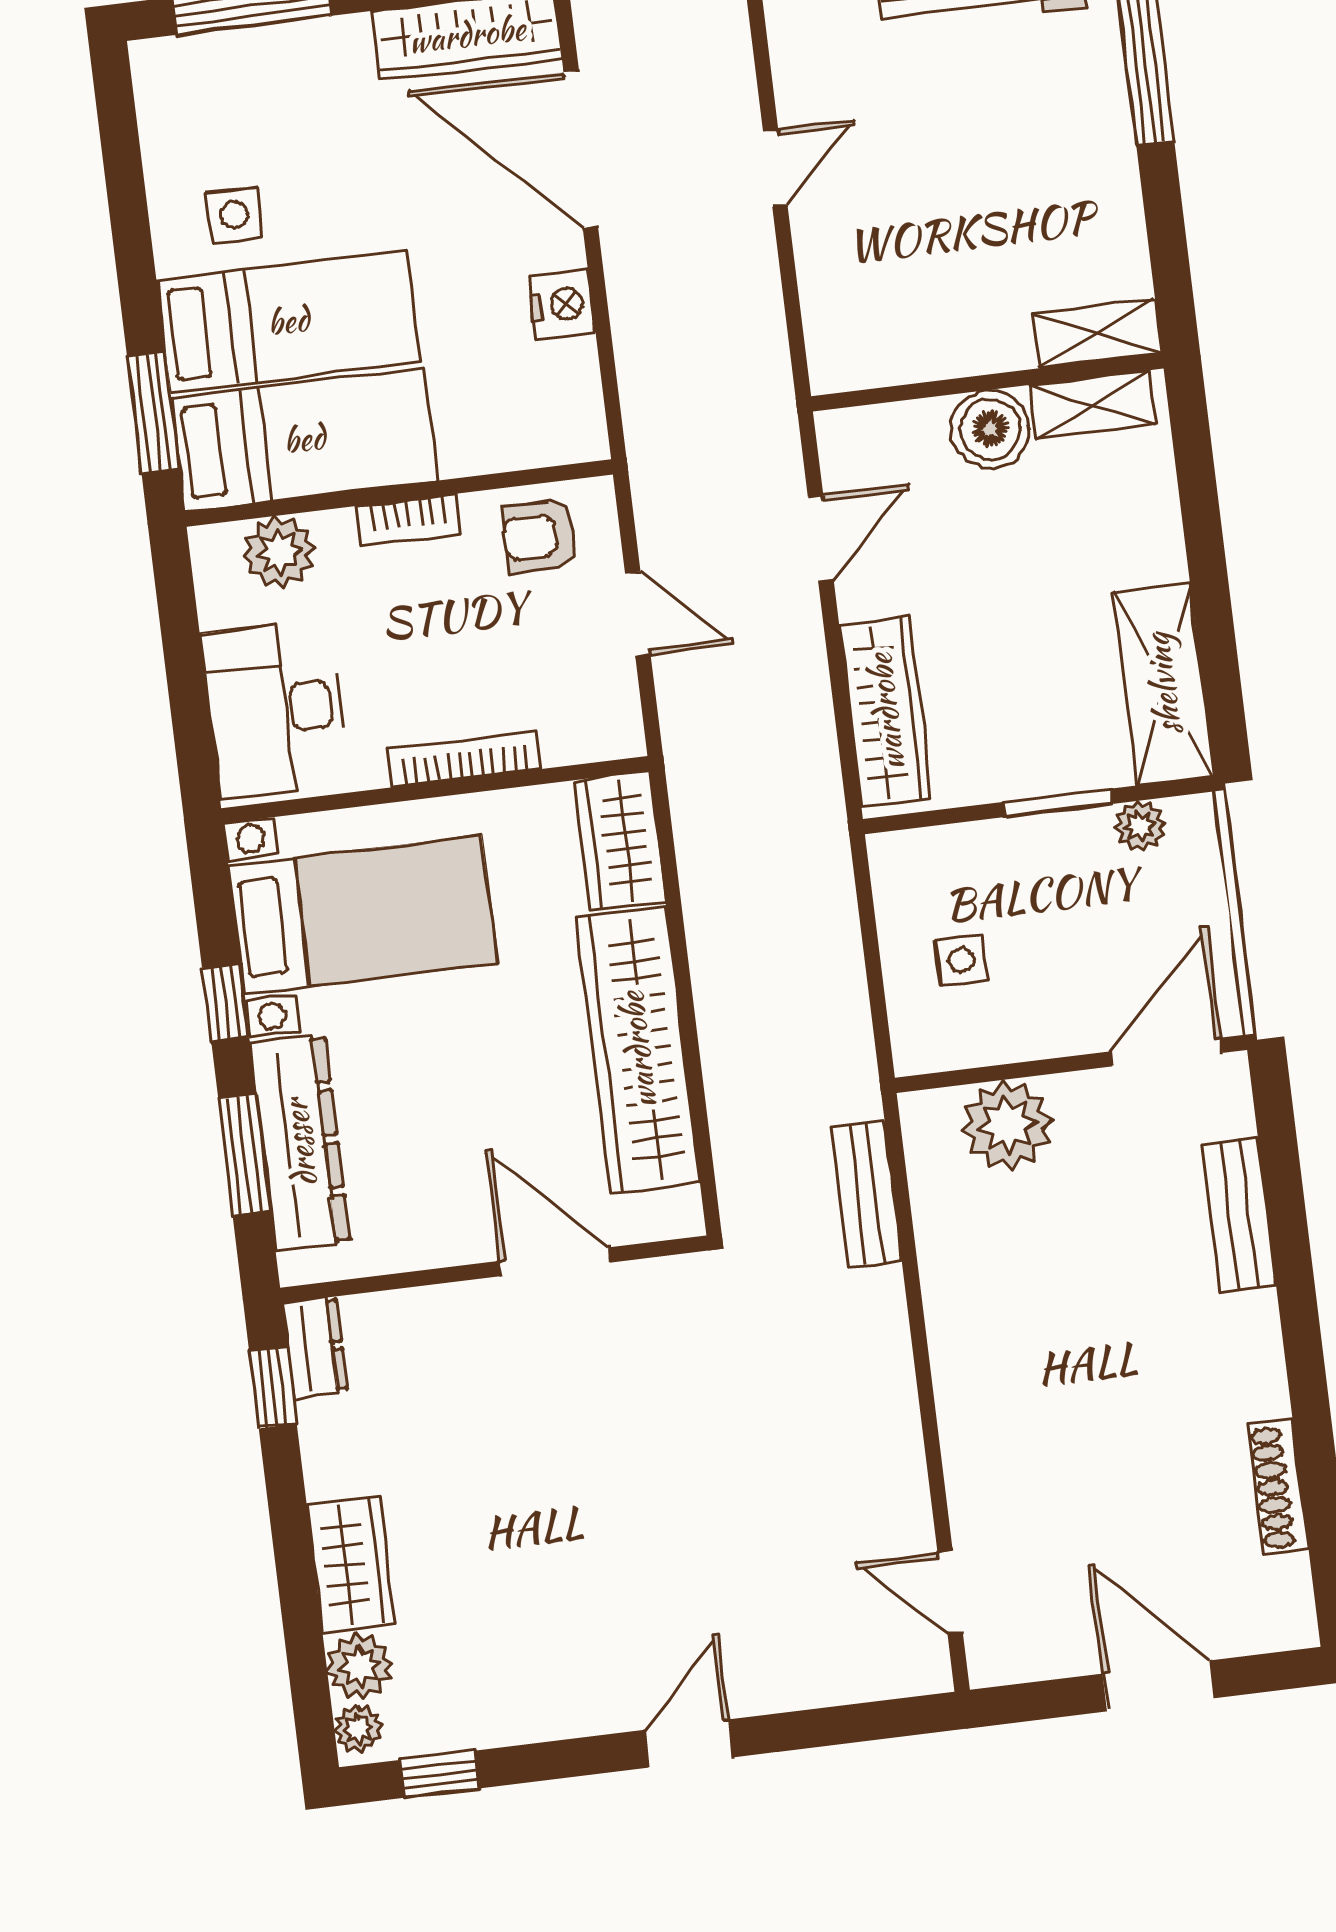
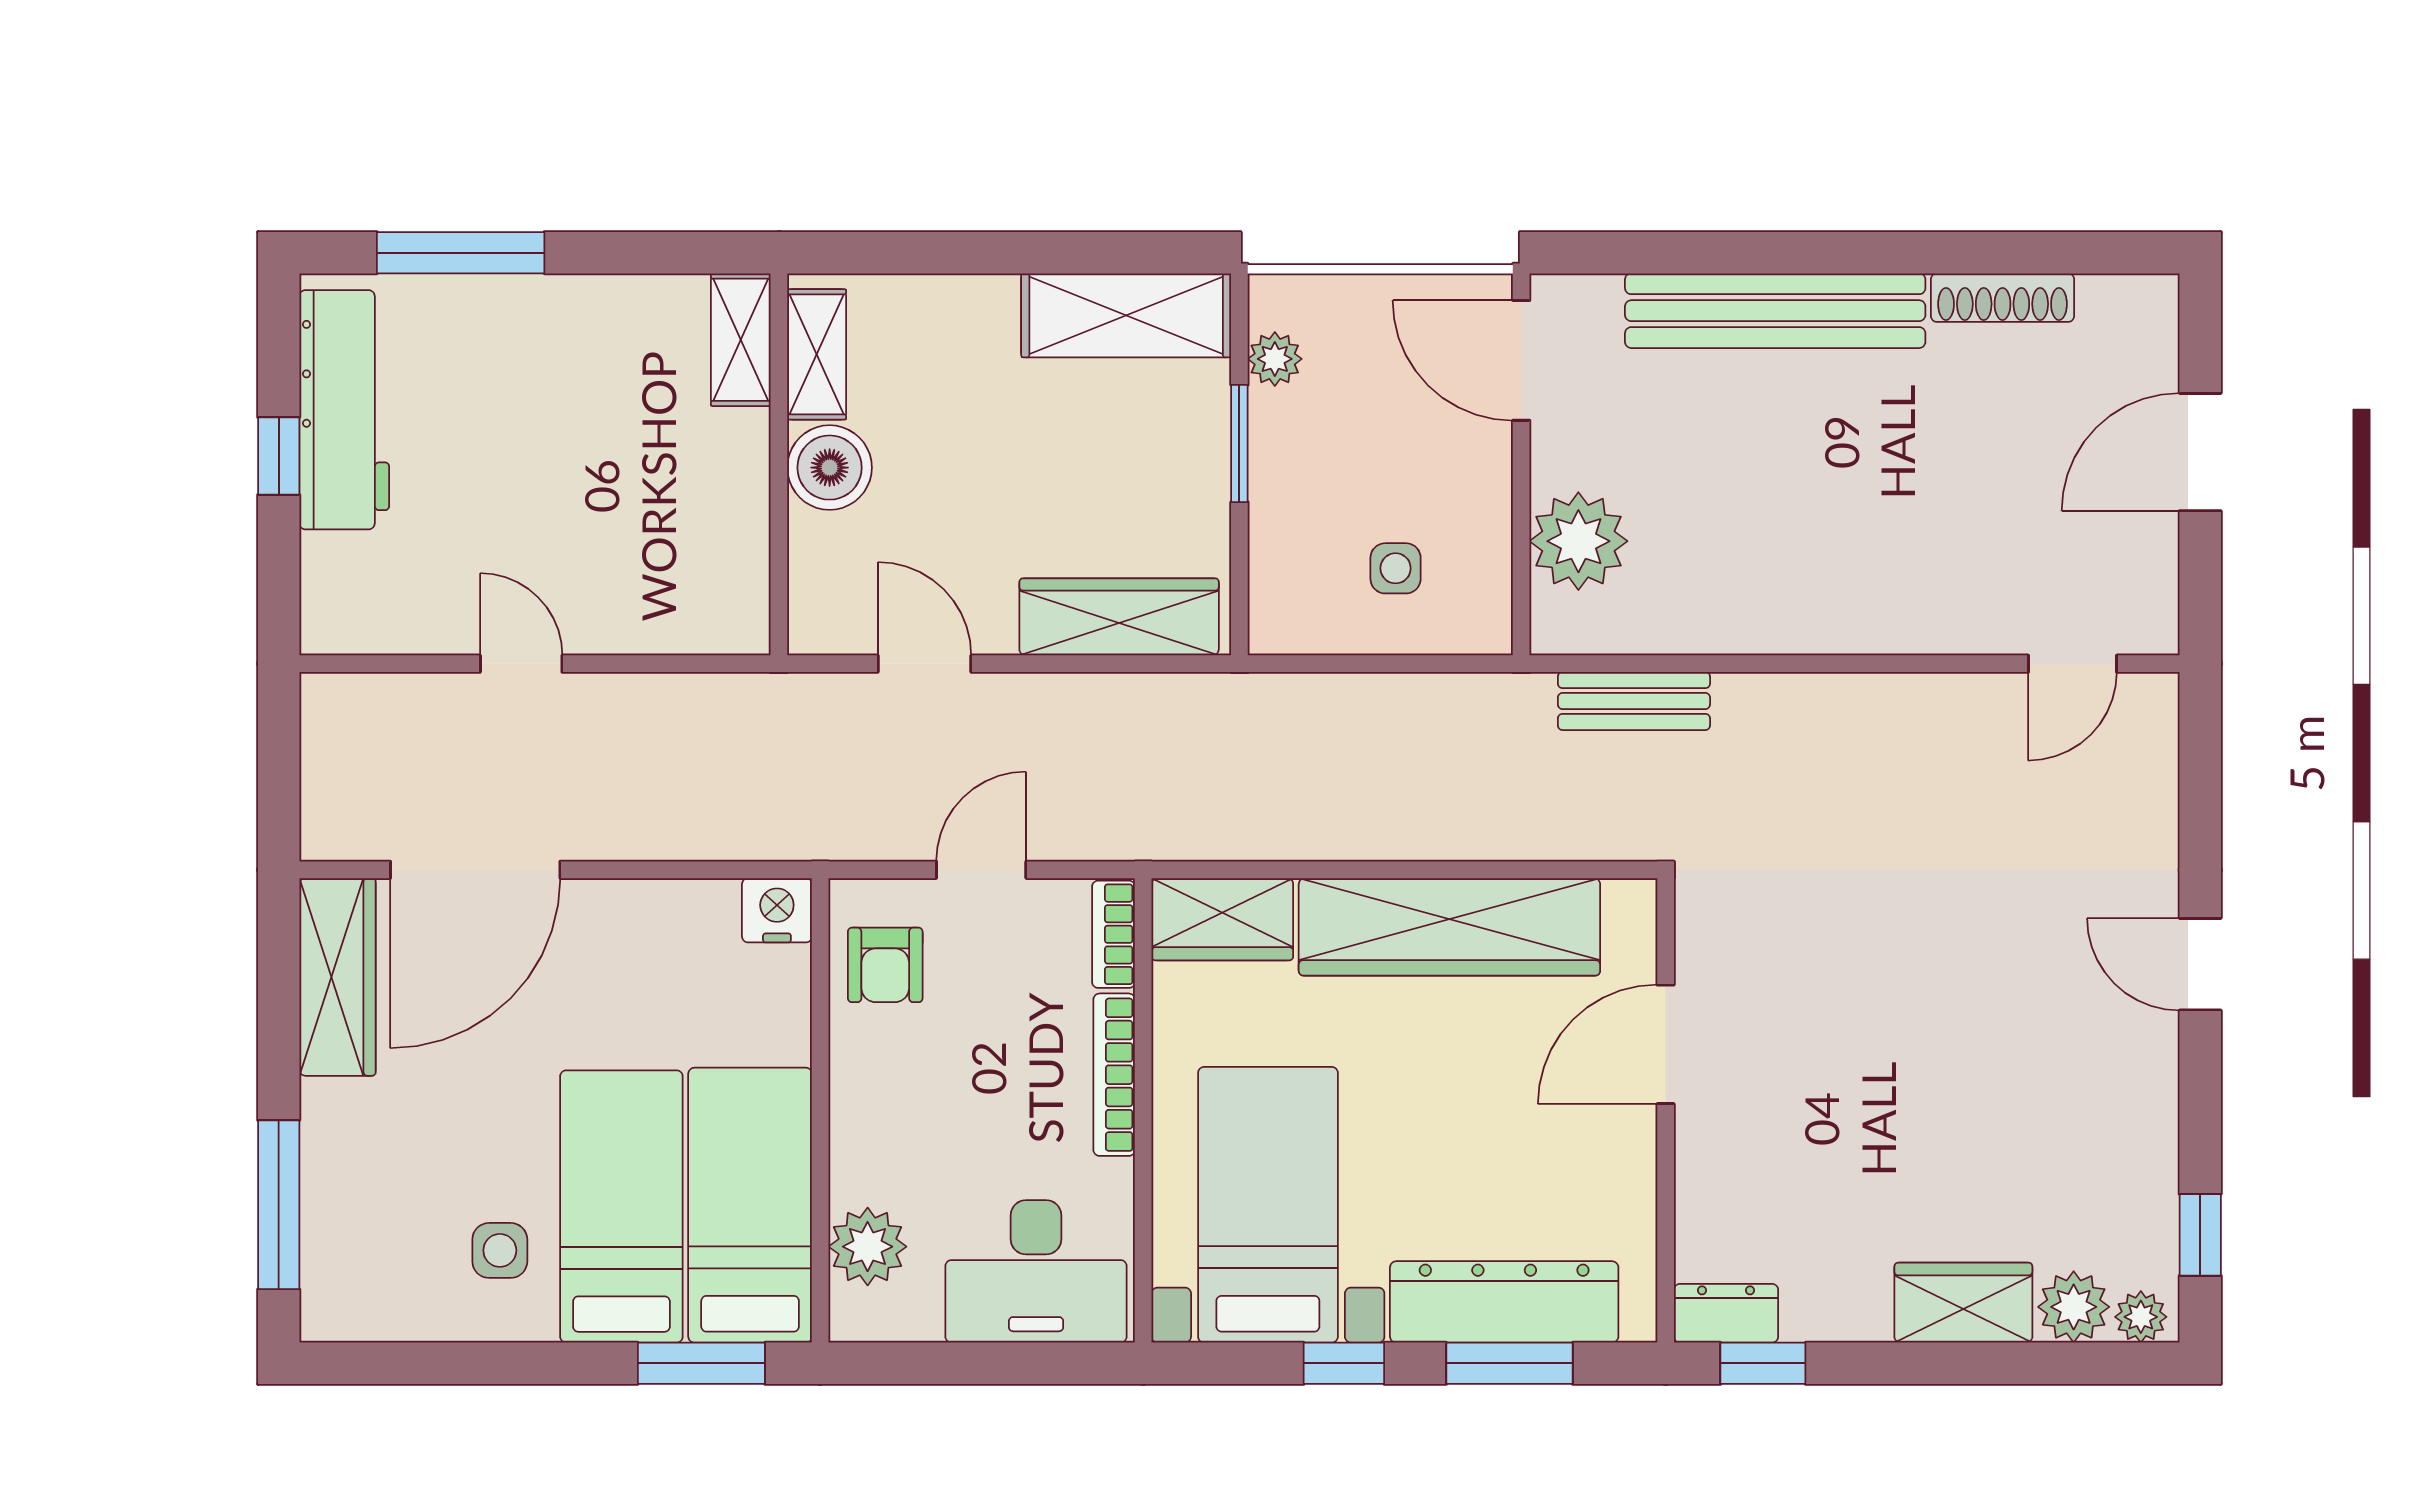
nightstand: (562, 304) -> (777, 910), moved
bookcase: (408, 520) -> (1113, 934), moved, turned 180
bench: (1239, 1215) -> (1775, 311), width x1.86, depth x1.21

